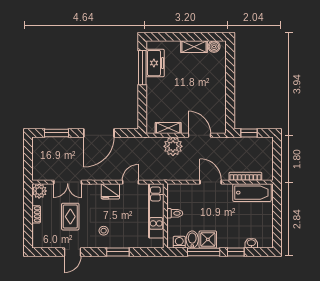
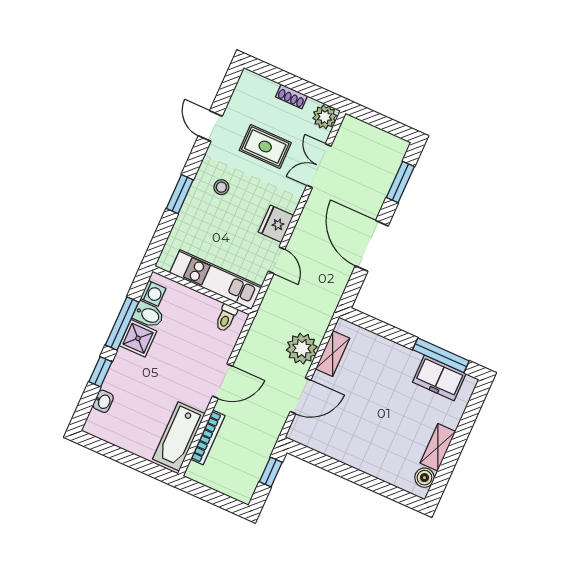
toilet: (175, 213) -> (226, 318), moved

